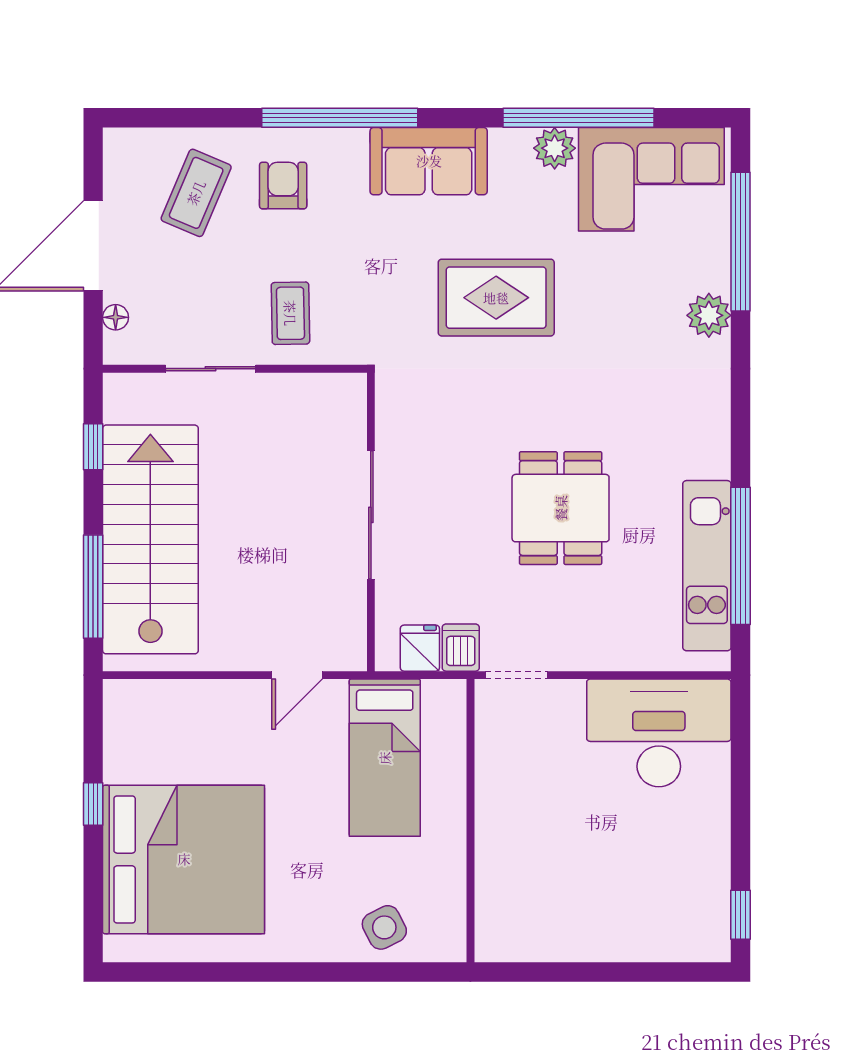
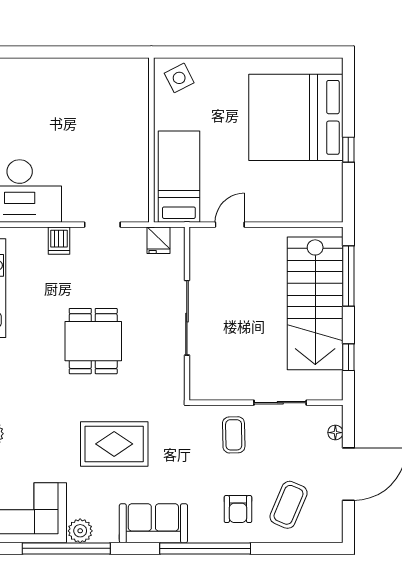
dining table: (561, 508) -> (93, 341), moved
dishwasher: (461, 648) -> (59, 241), moved
wall: (470, 821) -> (151, 140), moved

